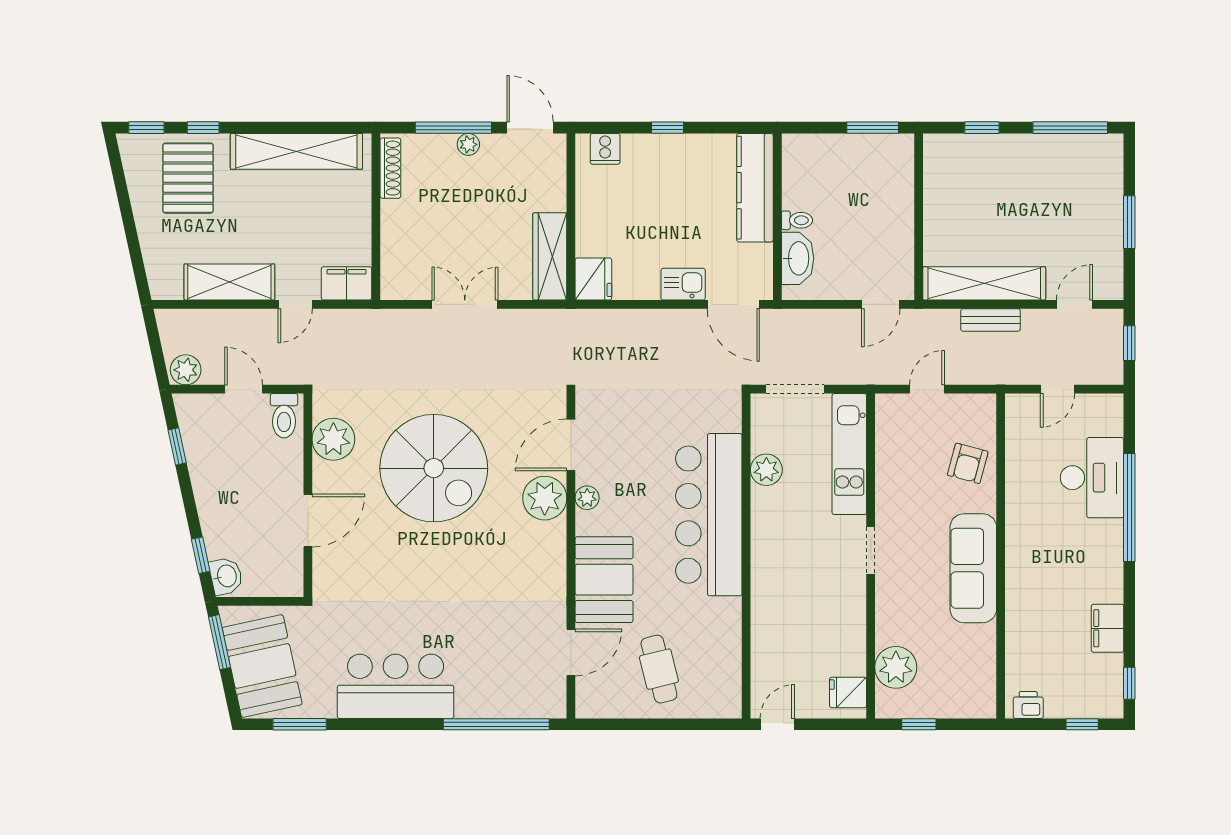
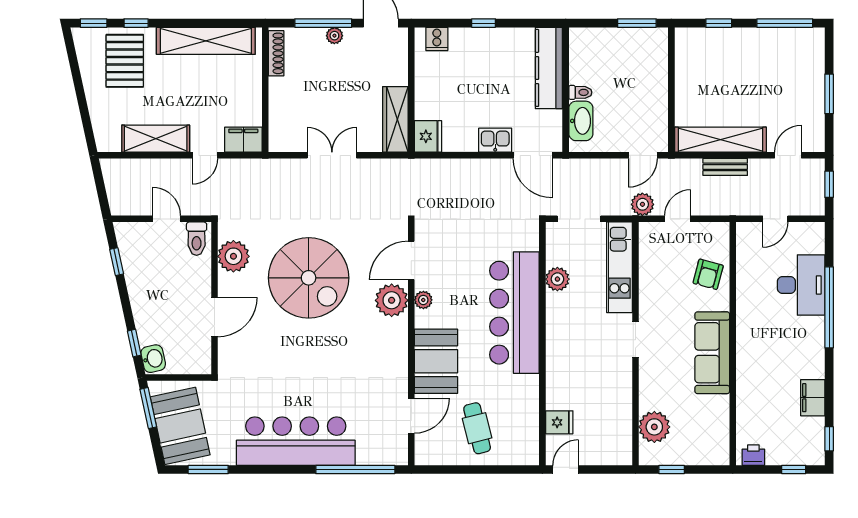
plant: (186, 370) -> (642, 204), moved
bar counter: (396, 686) -> (296, 441), width x1.36
fridge: (848, 693) -> (559, 422), moved, turned 180

